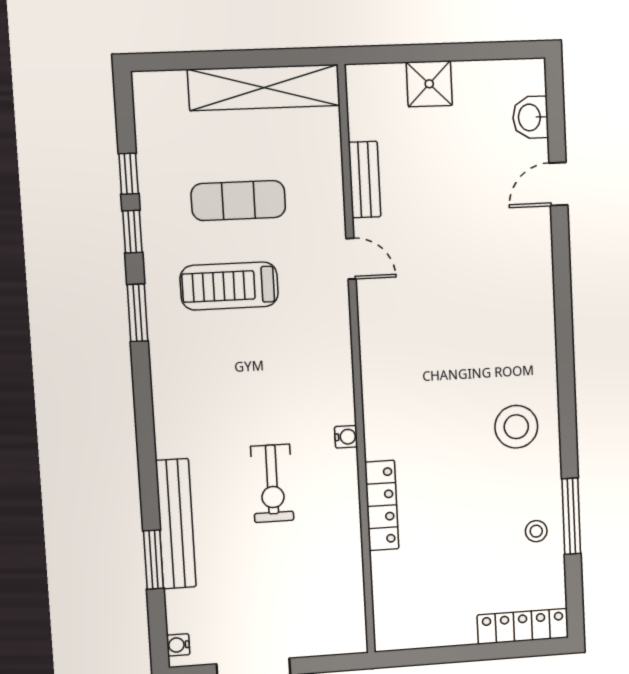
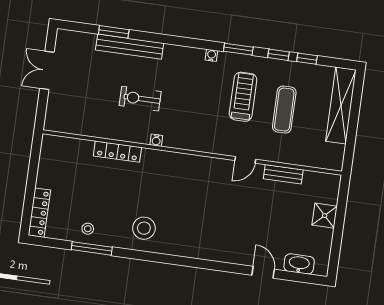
shelving: (264, 87) -> (341, 106), moved
washbasin: (530, 117) -> (299, 264), width x1.38
water cooler: (178, 645) -> (211, 55), moved

